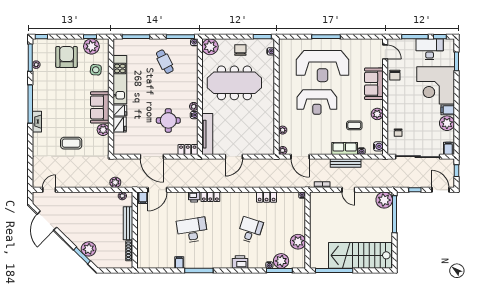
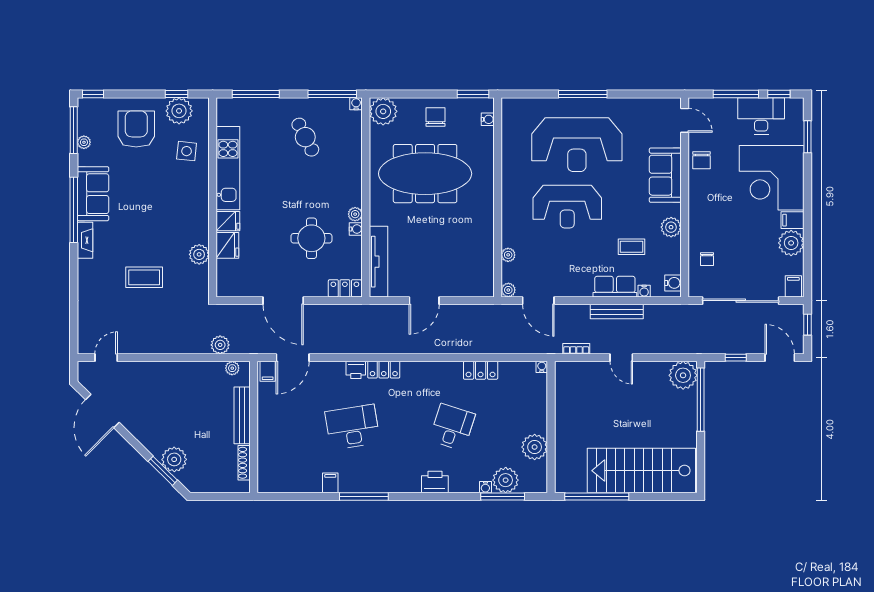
sofa: (100, 107) -> (93, 194), moved, turned 180

